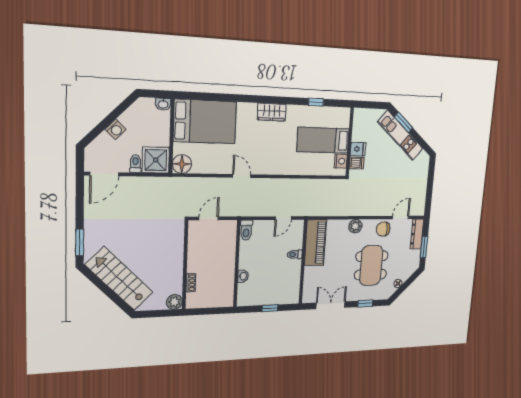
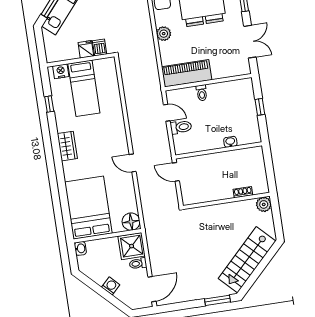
nightstand: (341, 161) -> (61, 71), moved
door: (104, 174) -> (152, 289), hinge flipped
door: (242, 176) -> (133, 163), hinge flipped
door: (209, 218) -> (176, 172), moved
toilet: (246, 230) -> (181, 127), moved
double door: (331, 305) -> (250, 42), swing flipped

